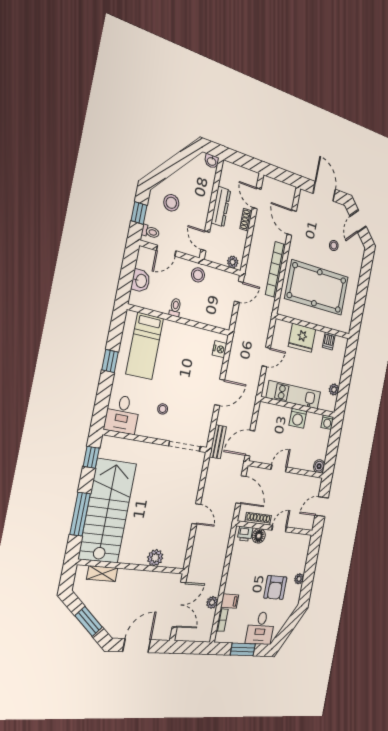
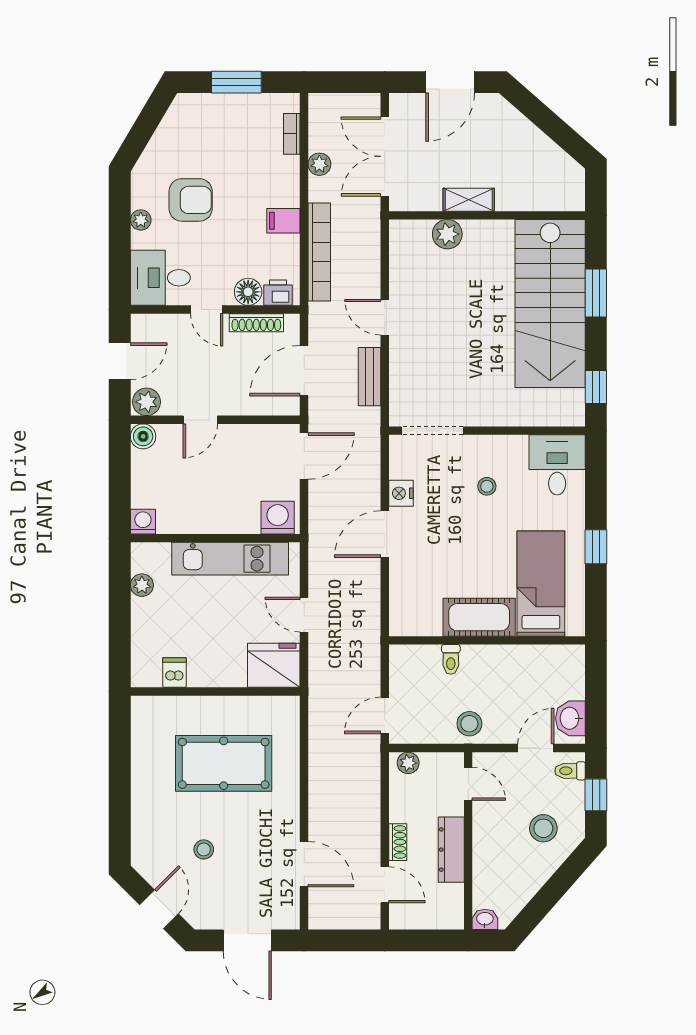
bookcase: (276, 270) -> (319, 252), moved
washbasin: (141, 281) -> (570, 718), moved
pool table: (317, 288) -> (224, 763), width x0.73, depth x0.76
toilet: (175, 307) -> (451, 659), moved
cot: (181, 334) -> (479, 617), added
fridge: (302, 338) -> (274, 665), moved
nightstand: (220, 349) -> (401, 493), moved
door: (266, 357) -> (304, 615), hinge flipped
washing machine: (298, 418) -> (278, 518), moved
bench: (218, 442) -> (370, 377), moved
door: (279, 468) -> (200, 420), moved
plant: (314, 484) -> (147, 402), added
door: (241, 490) -> (304, 371), hinge flipped
window: (80, 514) -> (596, 293), width x0.69
door: (279, 529) -> (207, 309), hinge flipped
shelving: (102, 574) -> (469, 200), moved
armchair: (275, 588) -> (191, 200), turned 90
filing cabinet: (230, 601) -> (283, 221), moved
window: (89, 621) -> (545, 119), removed
desk: (260, 628) -> (160, 278), moved, turned -90

